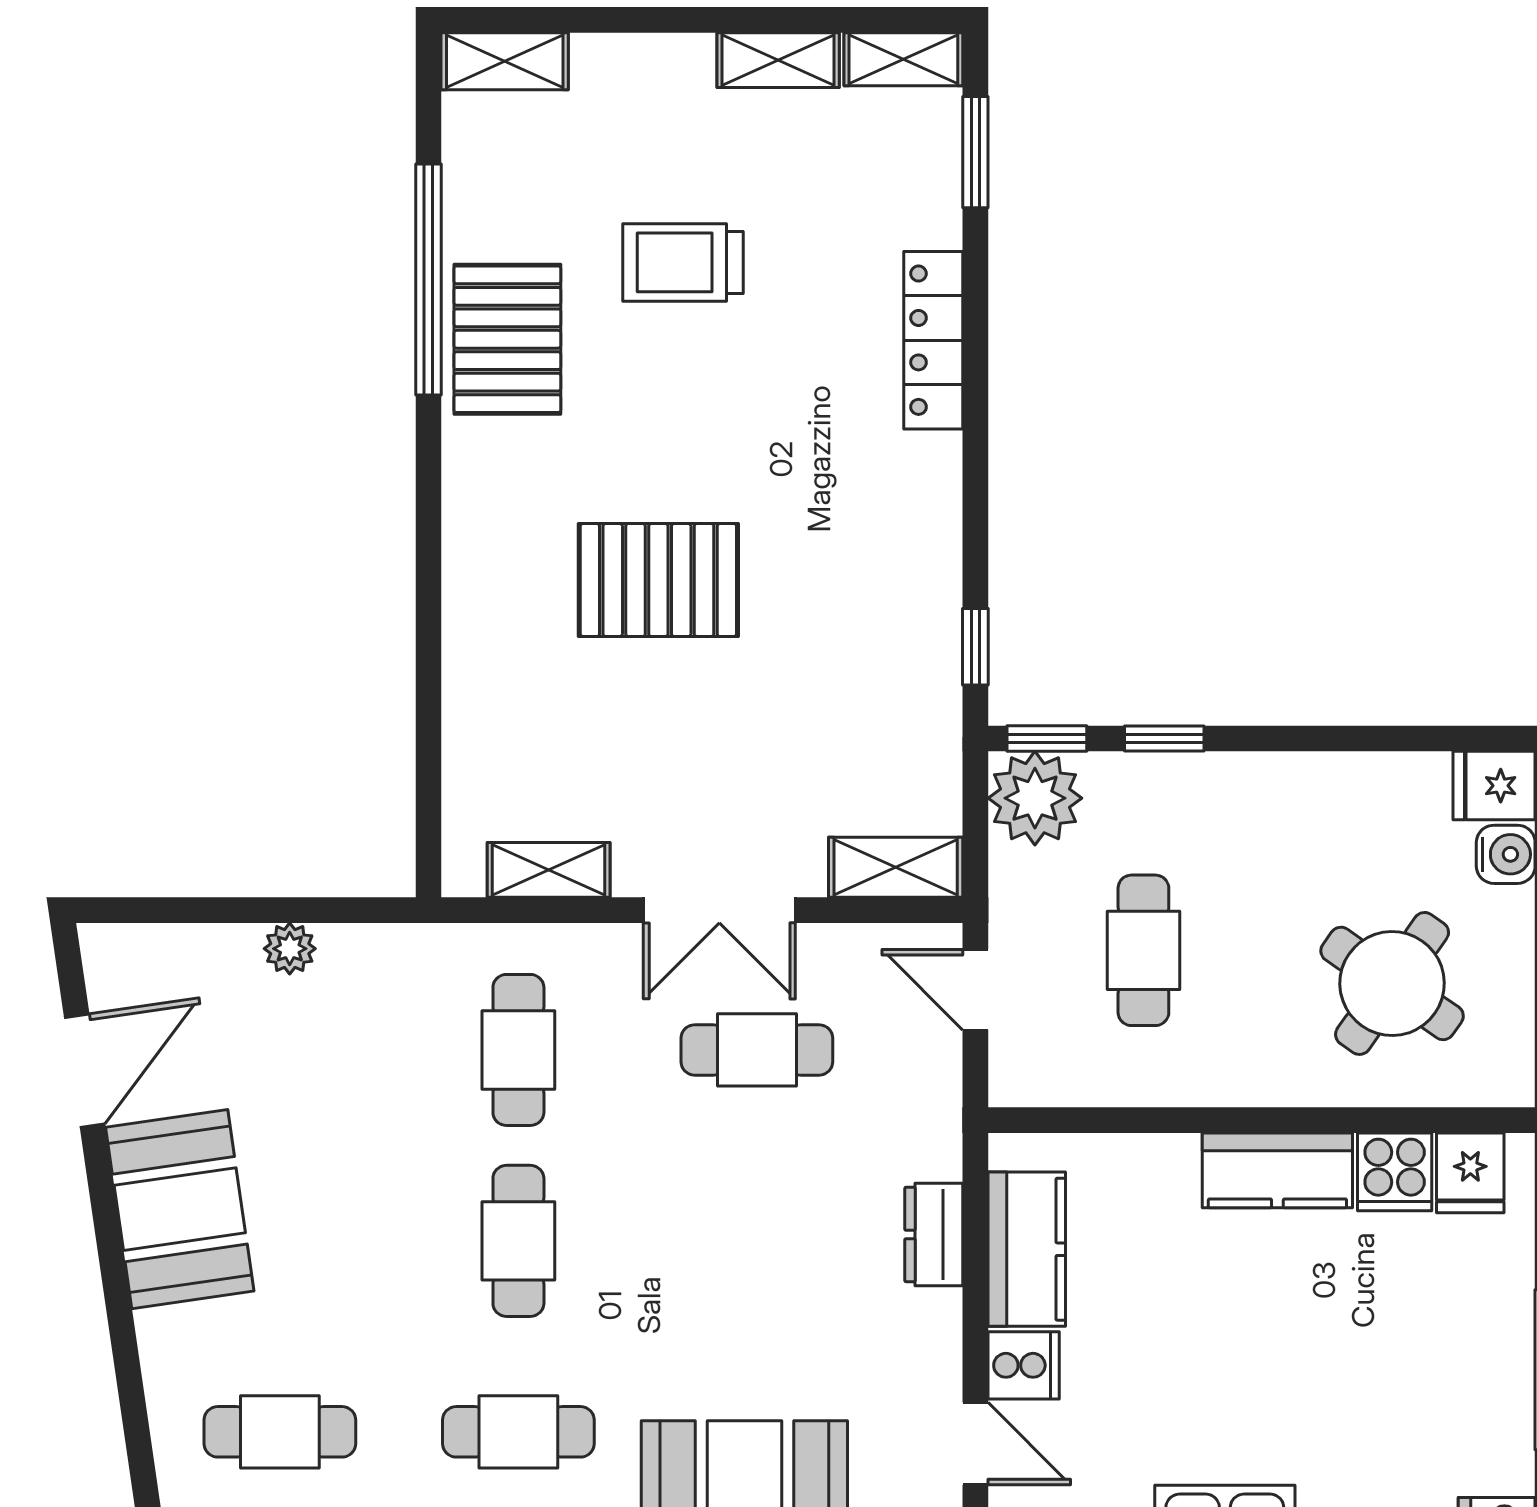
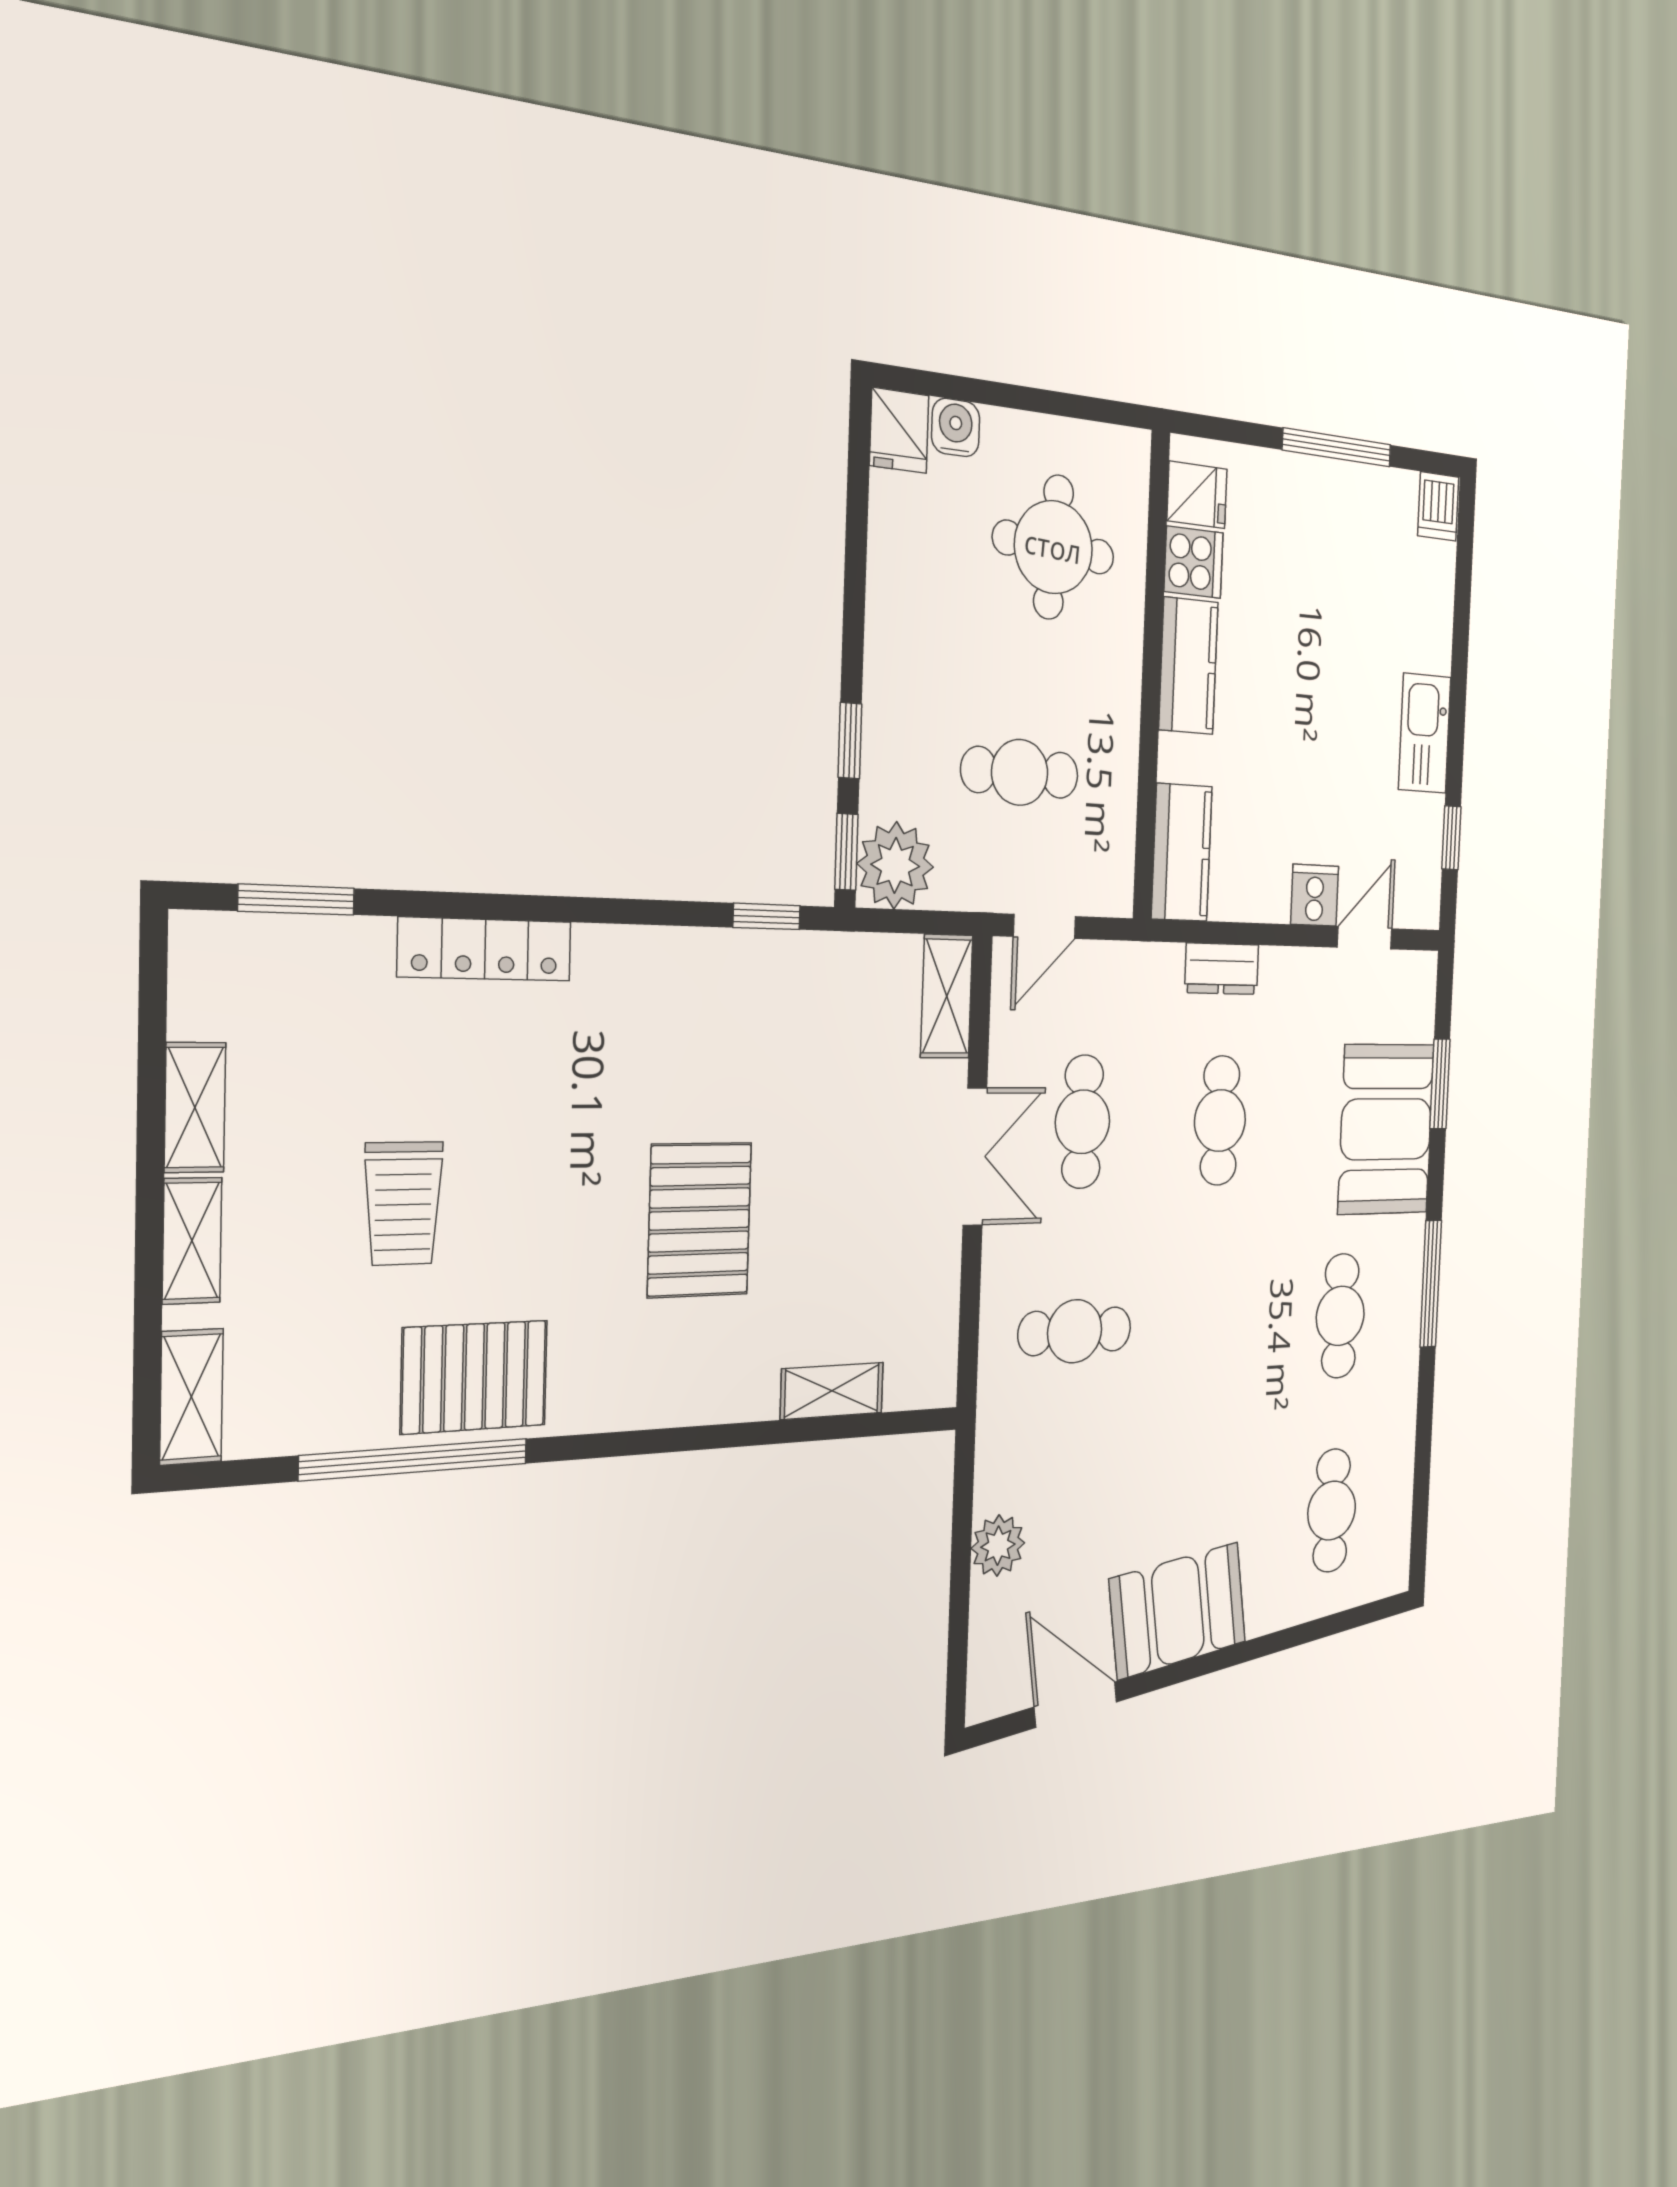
shelving: (903, 59) -> (192, 1241), moved
shelving: (549, 870) -> (832, 1391), moved, turned 90
plant: (290, 949) -> (998, 1546), width x1.38, depth x1.38
round table: (1392, 983) -> (1053, 547), turned -31
cafe table: (518, 1241) -> (1220, 1121), moved, turned 90
kitchen counter: (1027, 1249) -> (1182, 853), moved, turned 90

